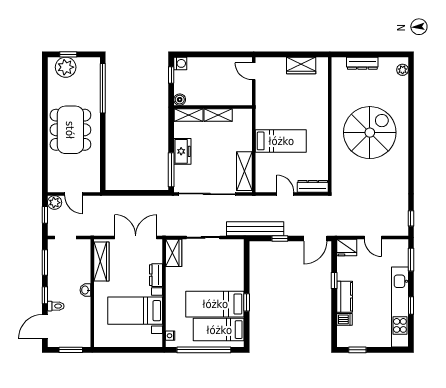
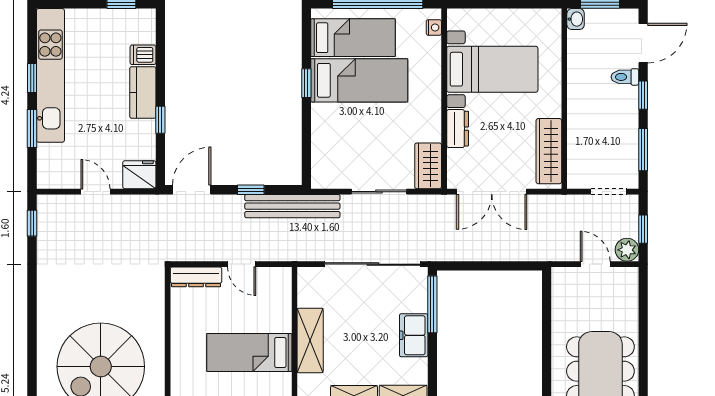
shelving: (244, 171) -> (310, 340), moved
window: (411, 260) -> (32, 128), moved
washbasin: (85, 290) -> (576, 19), moved

